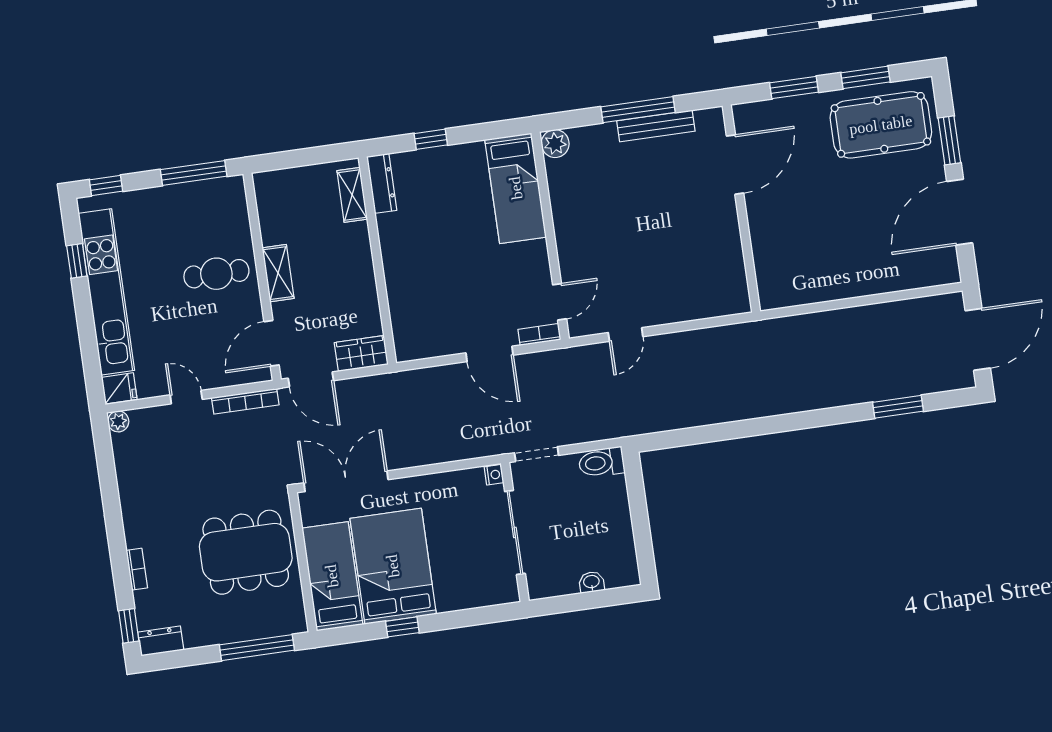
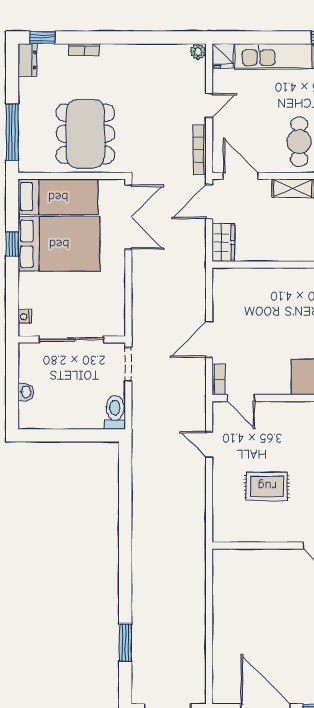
rug: (669, 252) -> (267, 486), added
nightstand: (494, 475) -> (25, 317), moved, turned 90

